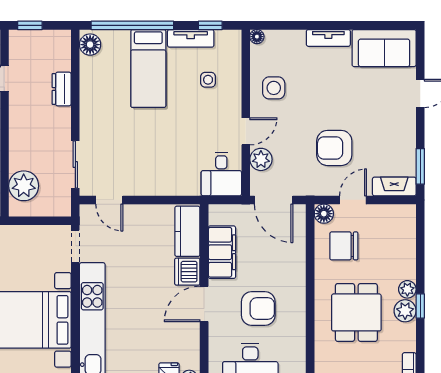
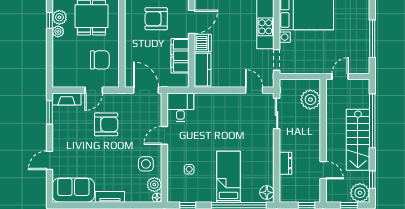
tv unit: (191, 38) -> (201, 197), removed
plant: (261, 159) -> (154, 185), moved
floor lamp: (324, 214) -> (113, 81), removed

